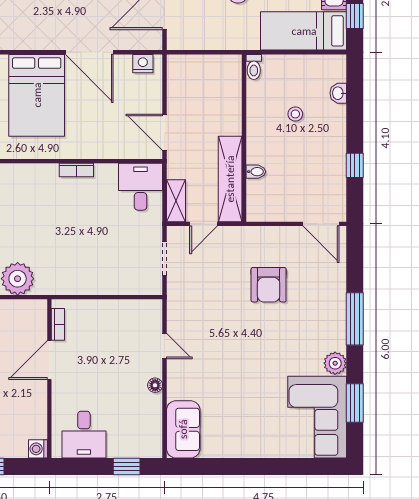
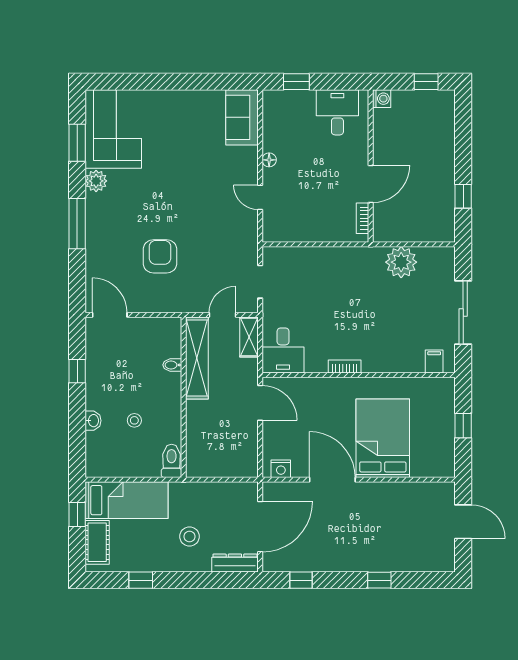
toilet: (254, 67) -> (172, 461), width x1.37, depth x1.39
washbasin: (338, 93) -> (93, 421), moved

